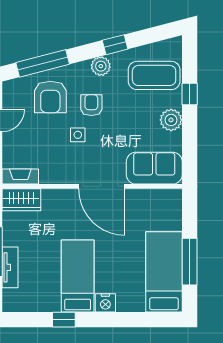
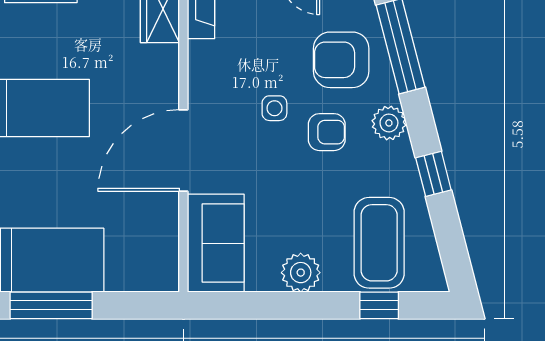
plant: (101, 66) -> (389, 123), moved
window: (190, 94) -> (379, 305), moved

